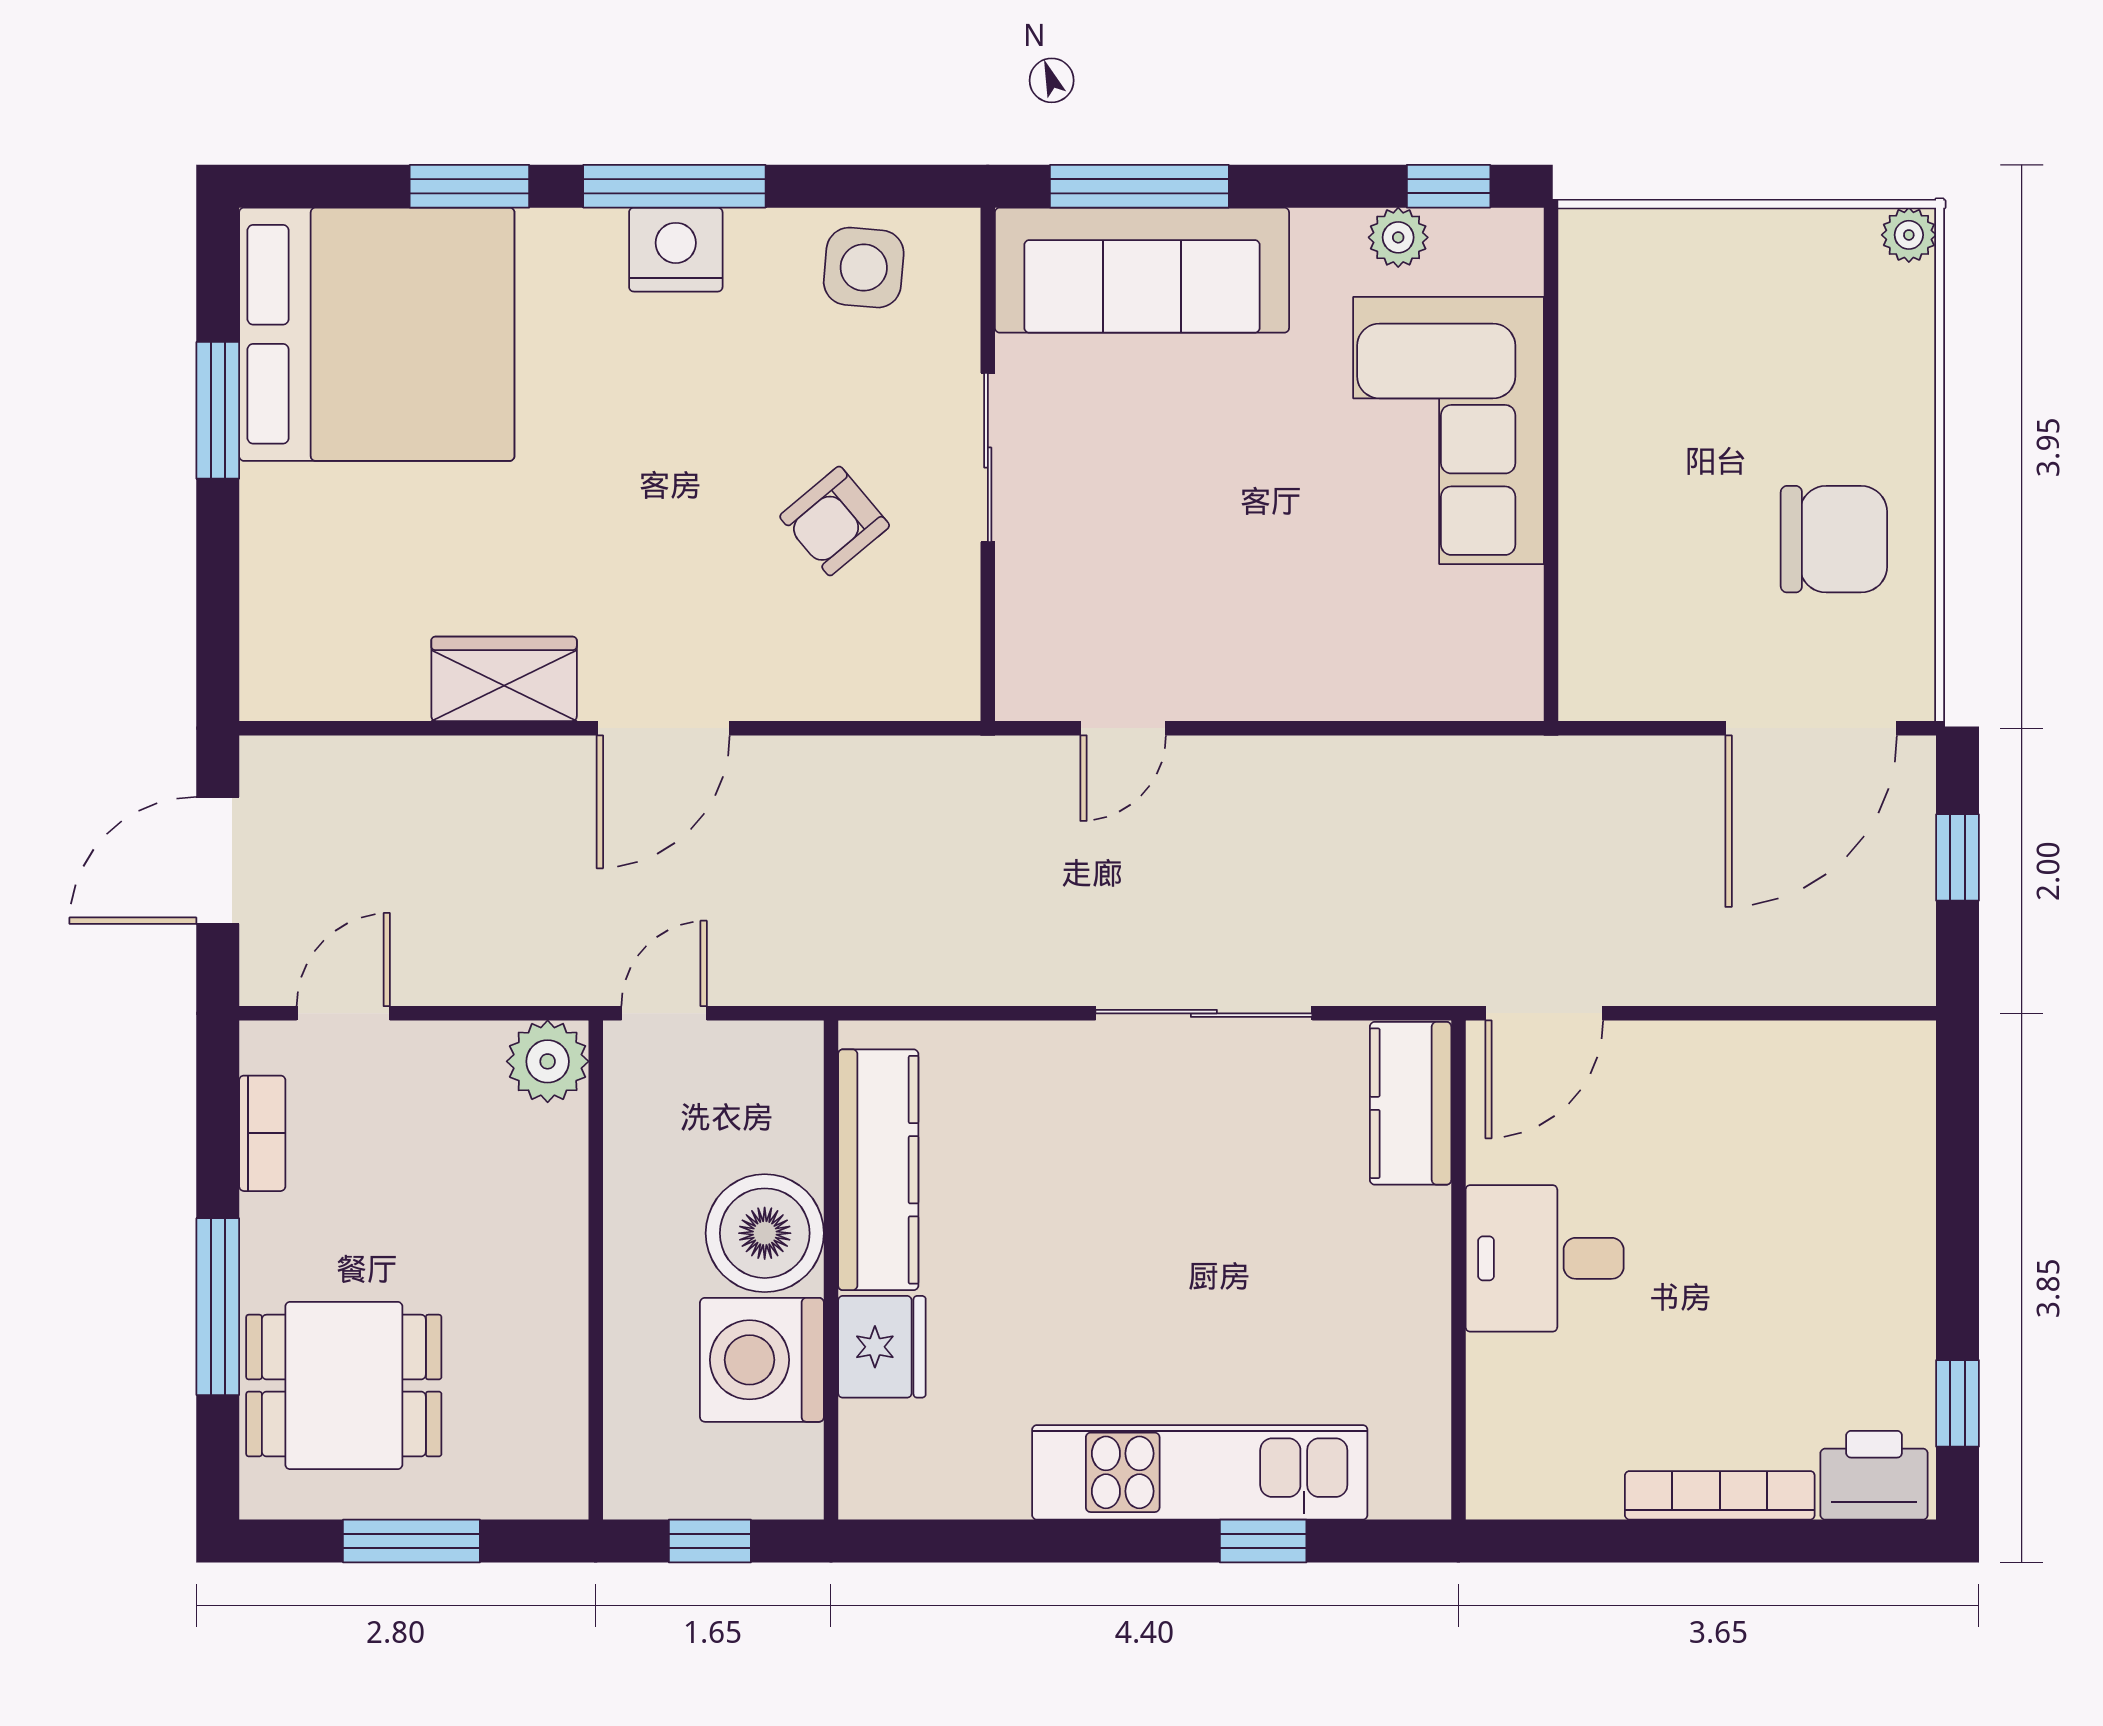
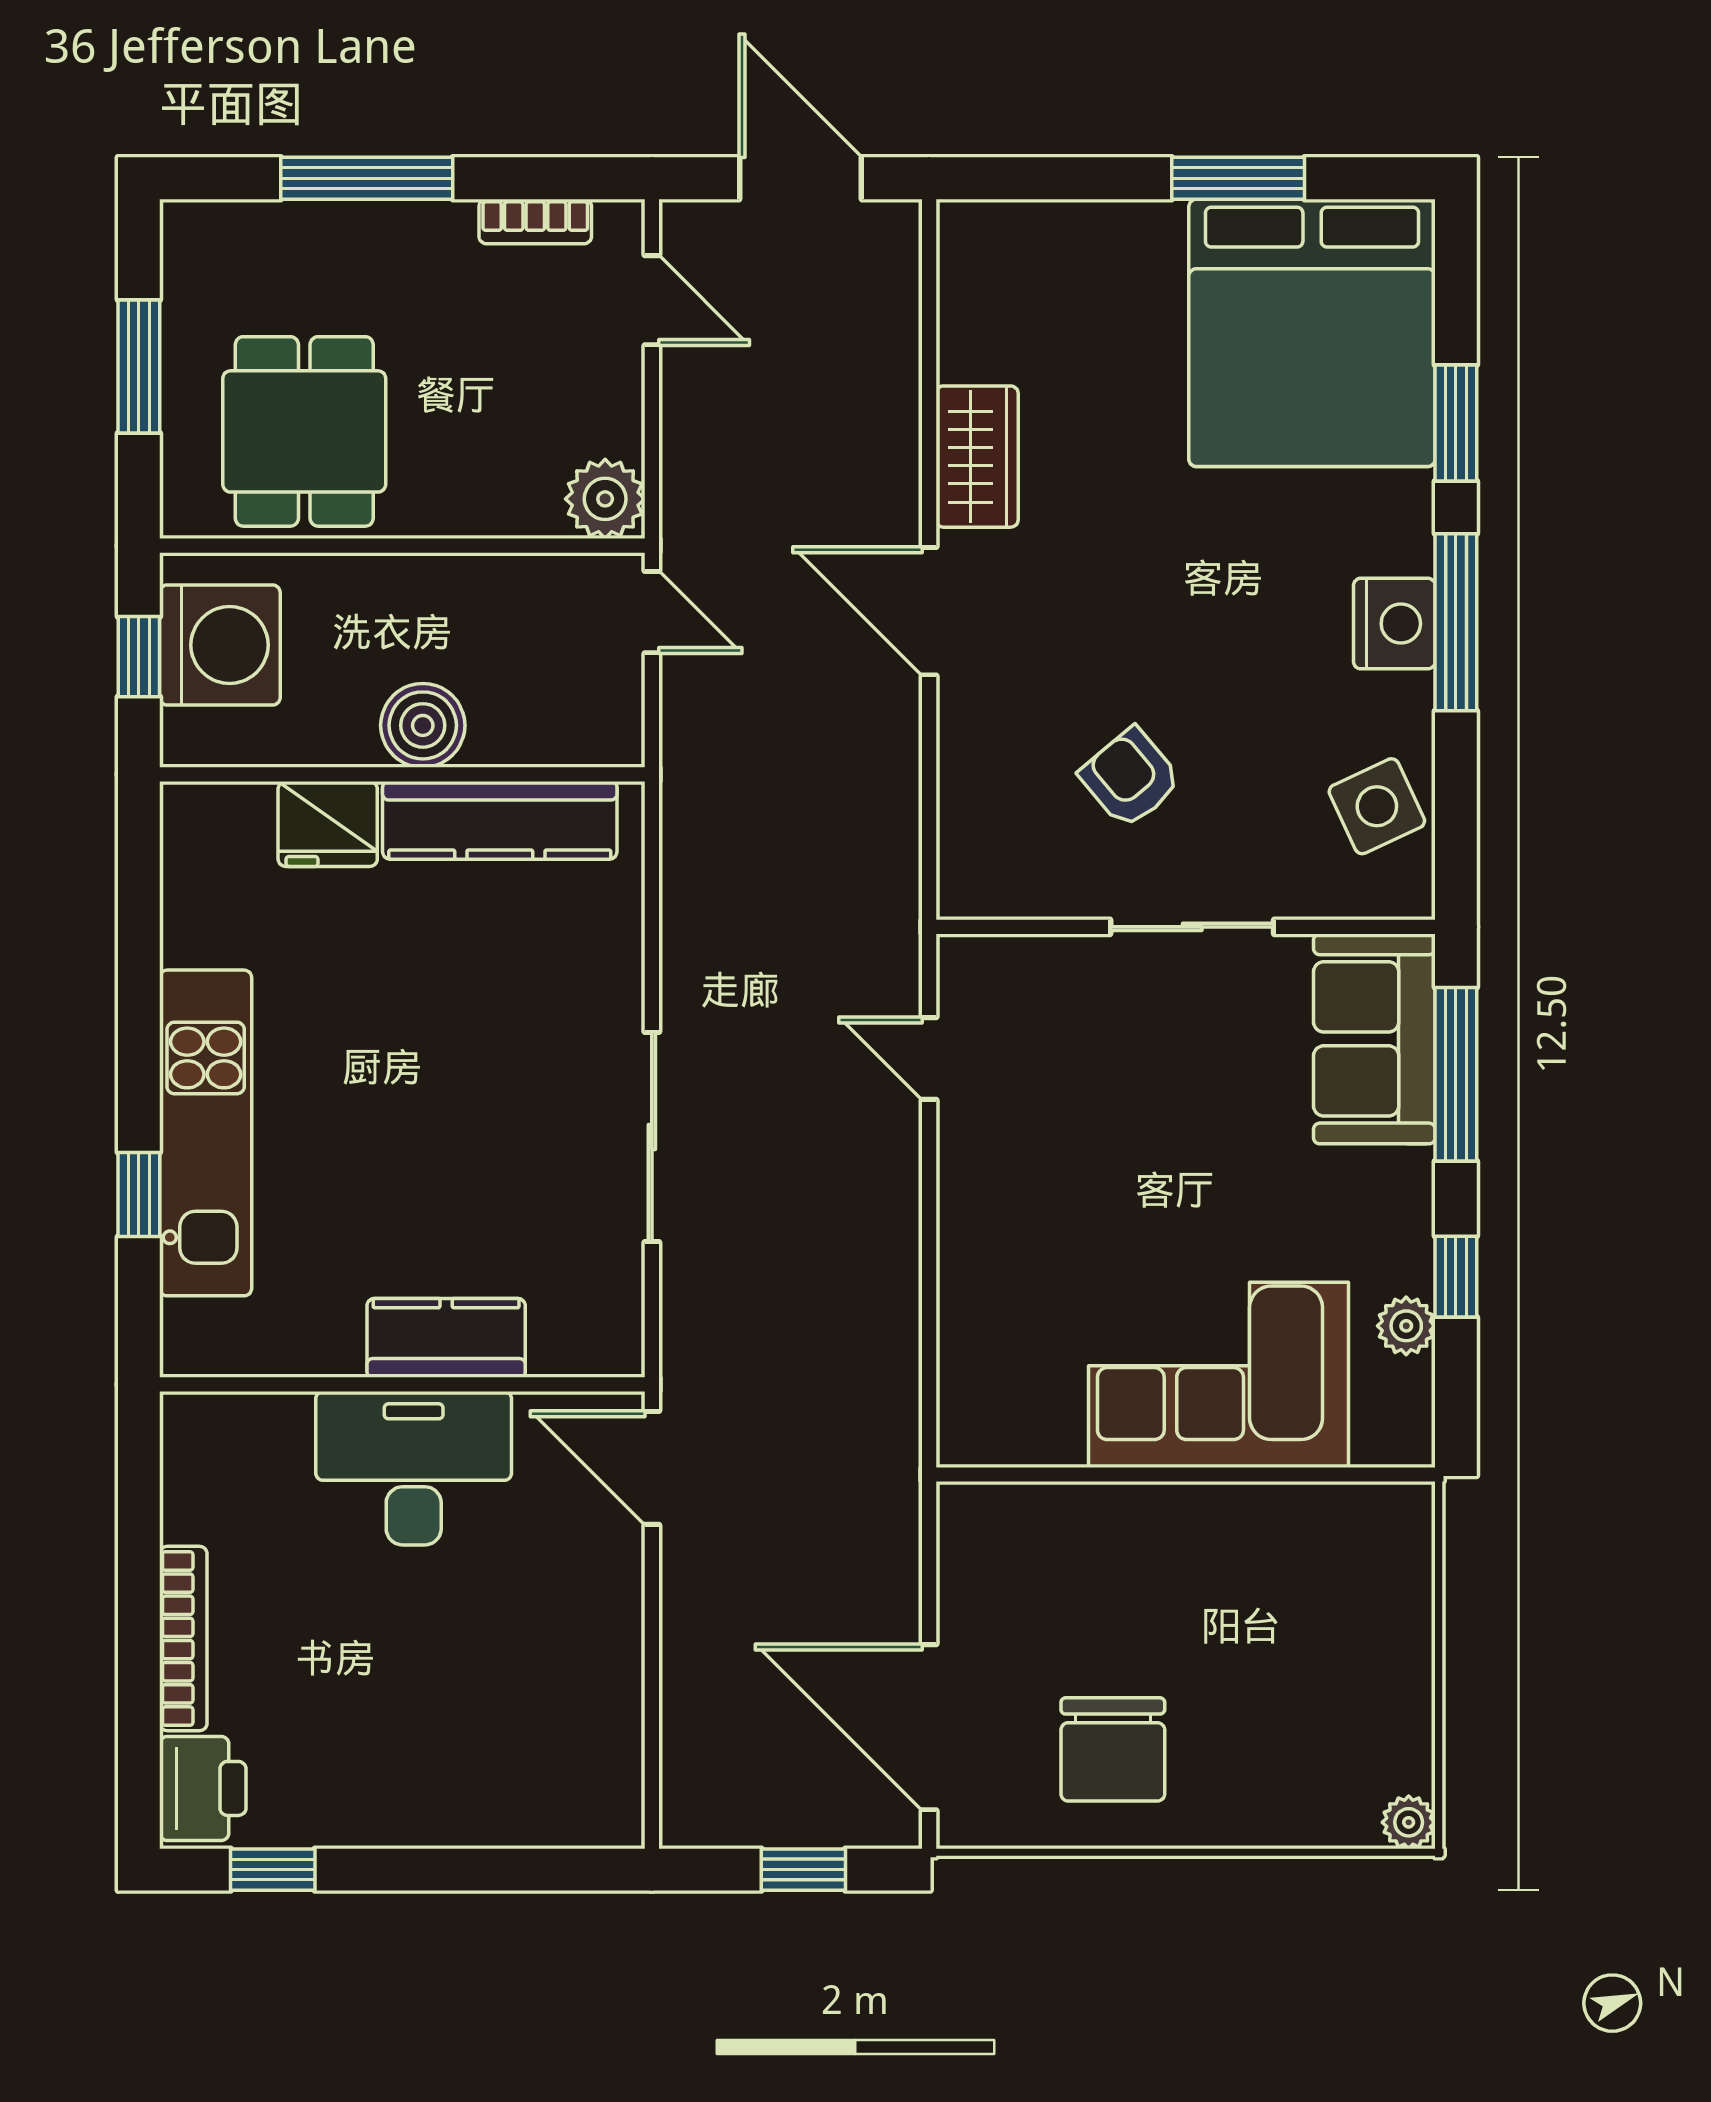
window: (1449, 186) -> (1456, 1277), moved
side table: (864, 268) -> (1377, 806), turned -30
sofa: (1142, 270) -> (1374, 1039), width x0.73
kitchen counter: (1411, 1103) -> (446, 1338), moved
boiler: (765, 1233) -> (423, 725), width x0.73, depth x0.73
desk: (1545, 1258) -> (414, 1468), width x1.37
washing machine: (762, 1360) -> (220, 645), moved, turned 90
dining table: (344, 1386) -> (304, 431), moved

